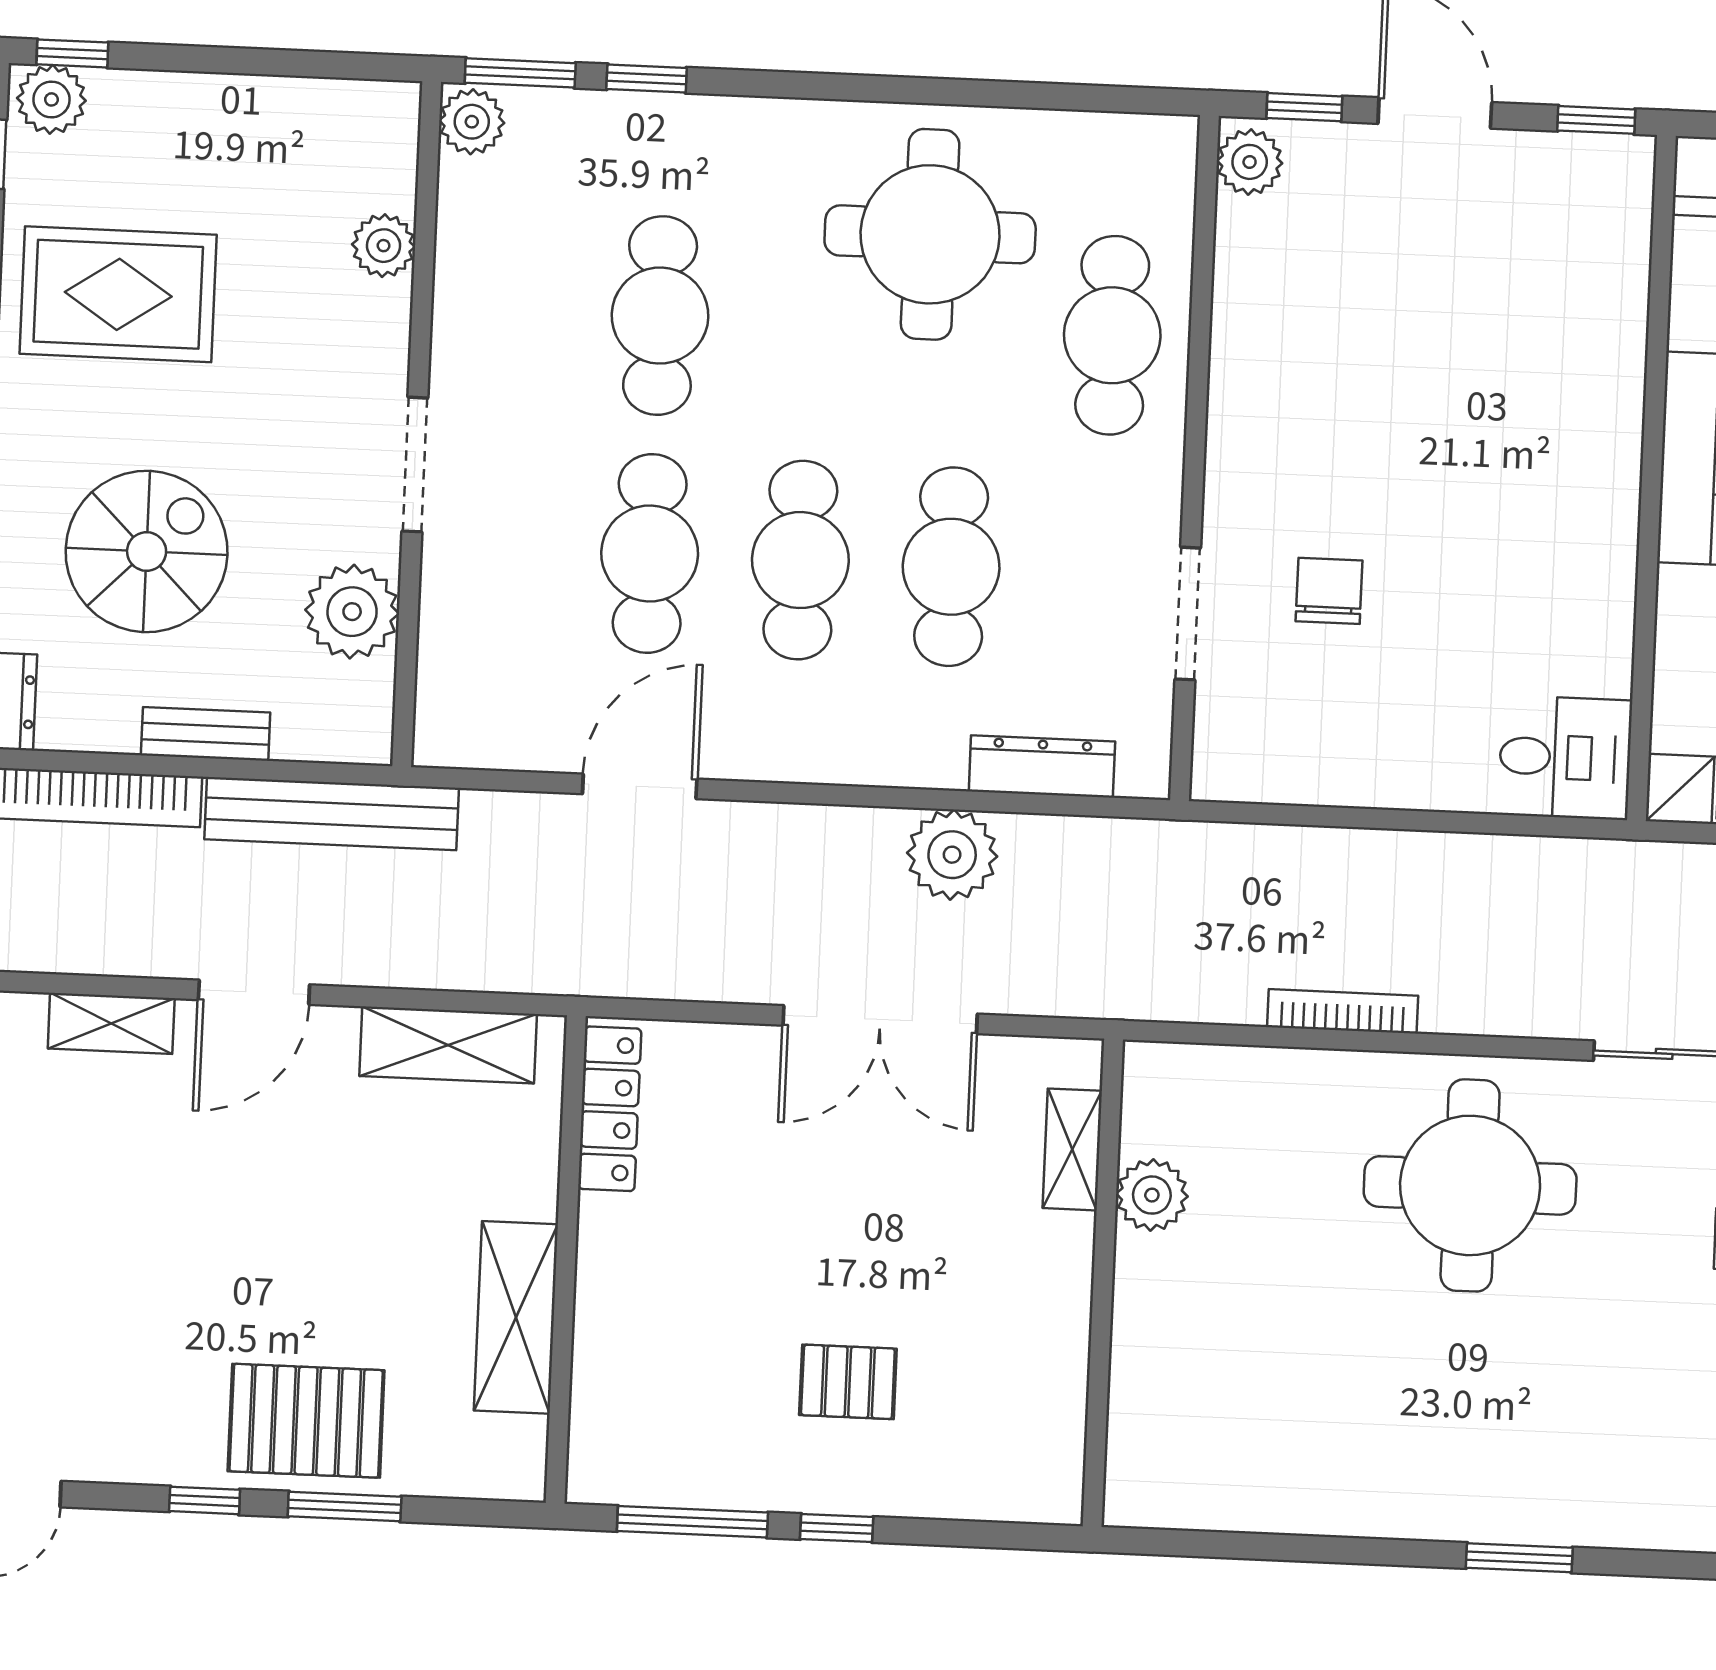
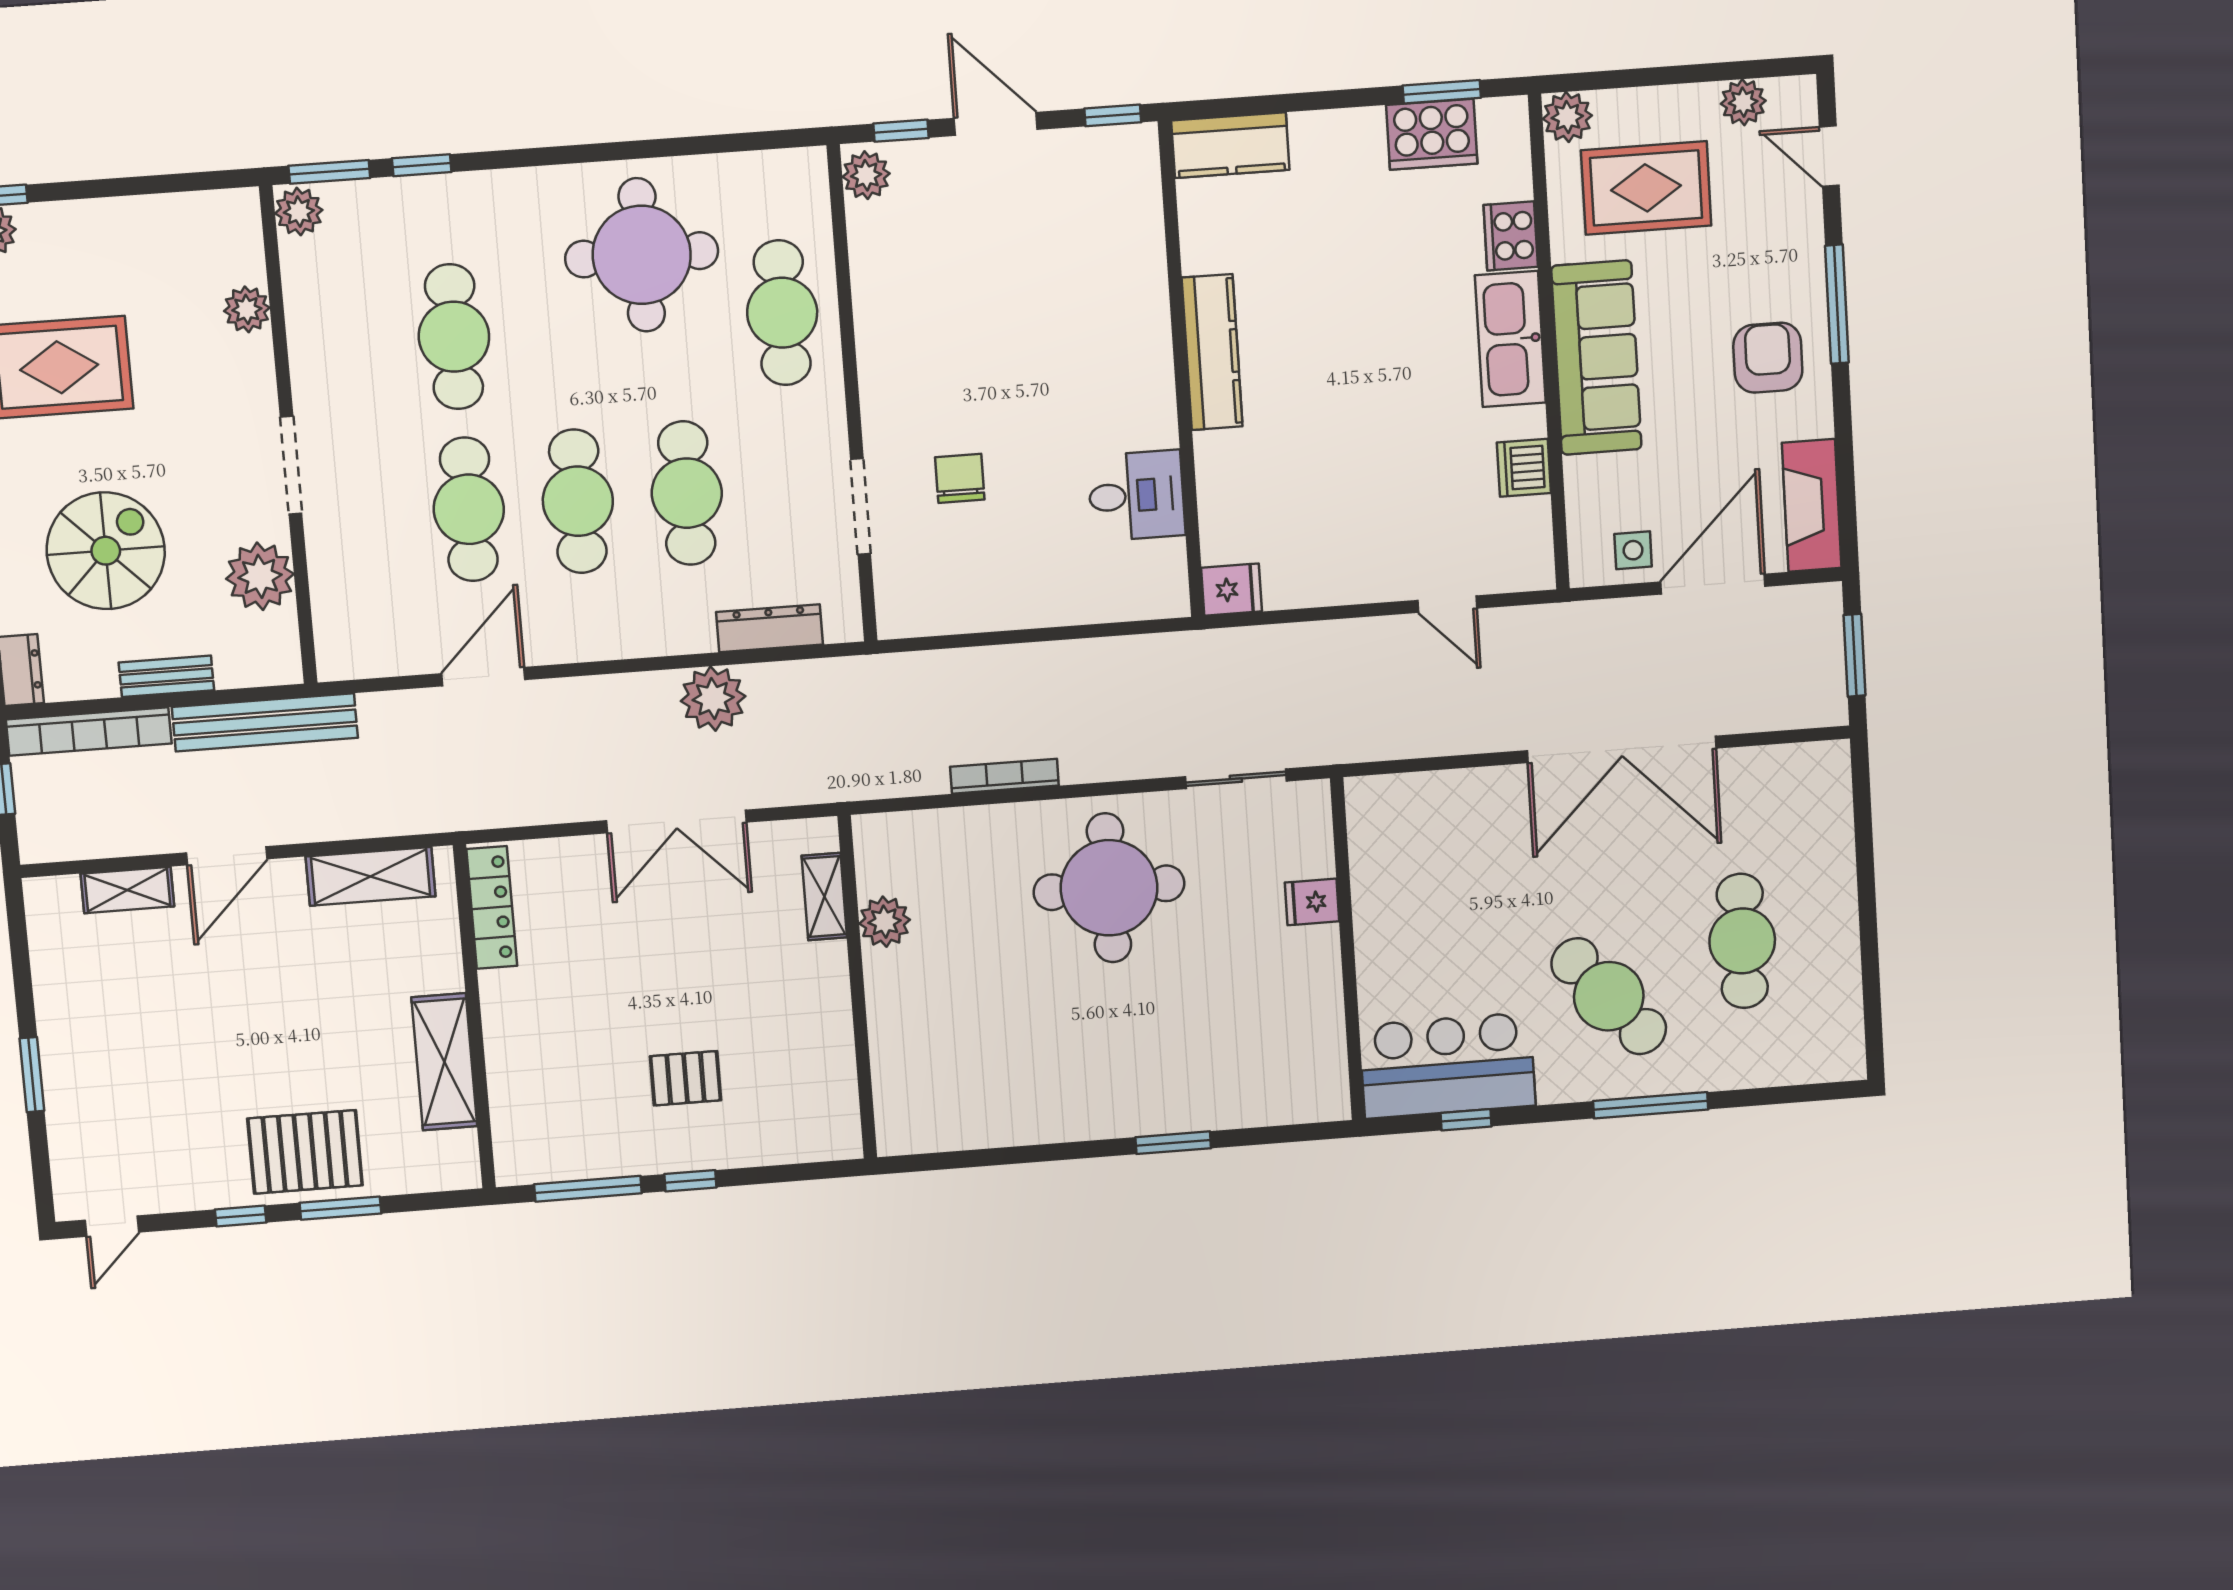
desk: (1565, 757) -> (1136, 496), moved

